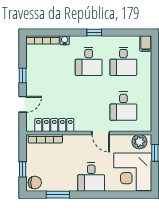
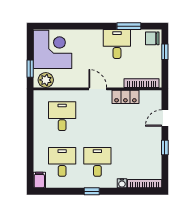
locker: (54, 125) -> (125, 97), width x0.66
door: (101, 133) -> (98, 89), moved
desk: (91, 177) -> (117, 44), moved

